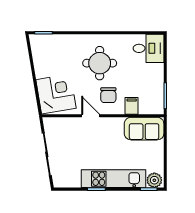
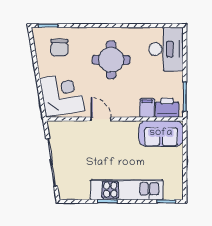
desk: (149, 48) -> (166, 49), width x1.37
chair: (108, 95) -> (59, 48), moved
printer: (149, 106) -> (167, 108), added
plant: (154, 180) -> (173, 191), removed

